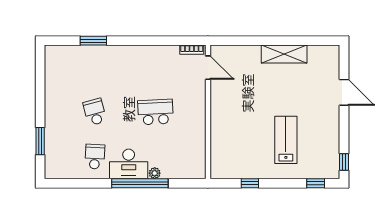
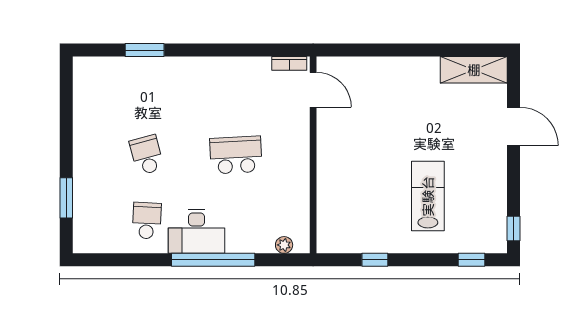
shelving: (284, 54) -> (474, 70), moved
plant: (155, 173) -> (284, 245), moved

